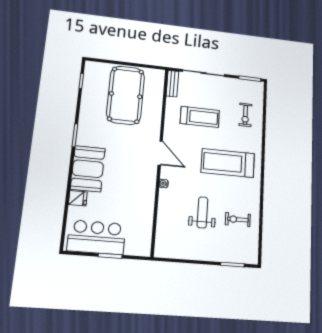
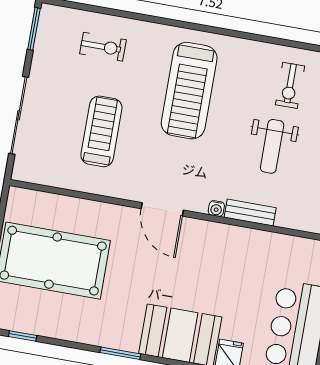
bench: (172, 84) -> (250, 213), moved
door: (160, 153) -> (162, 209), swing flipped
weight bench: (202, 212) -> (272, 146), turned -90

